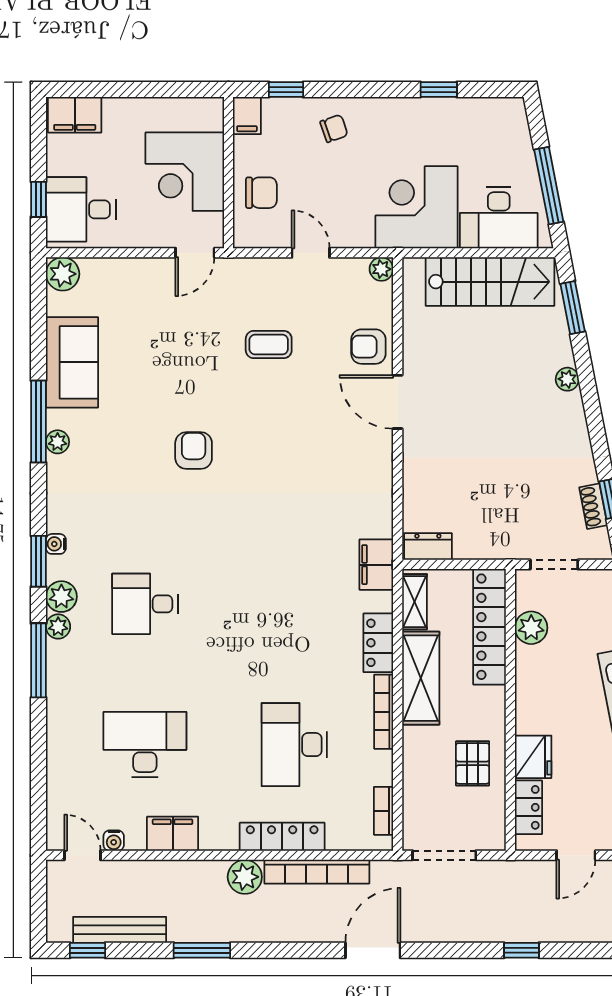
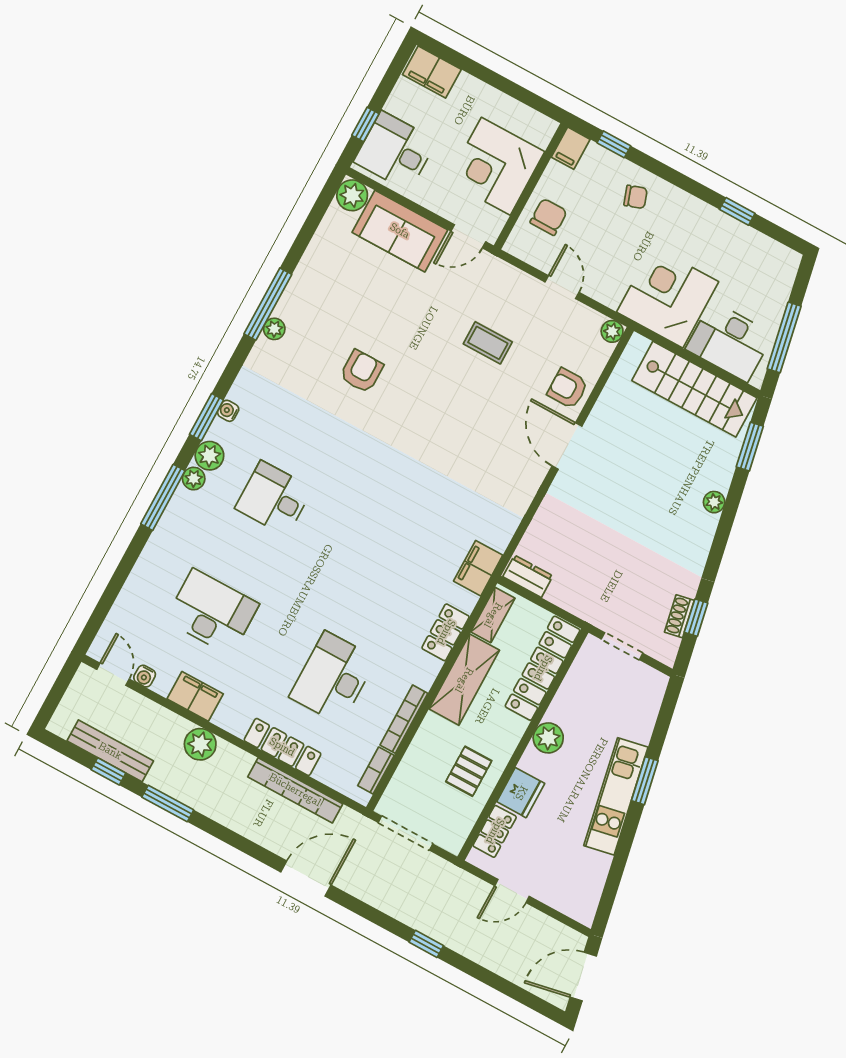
chair: (261, 193) -> (549, 217), turned -90
sofa: (72, 362) -> (400, 231), moved, turned 90
armchair: (194, 451) -> (362, 371), moved
plant: (531, 628) -> (548, 738), moved
bookcase: (384, 712) -> (404, 719), moved
plant: (245, 877) -> (200, 744), moved
window: (88, 950) -> (108, 771), moved

